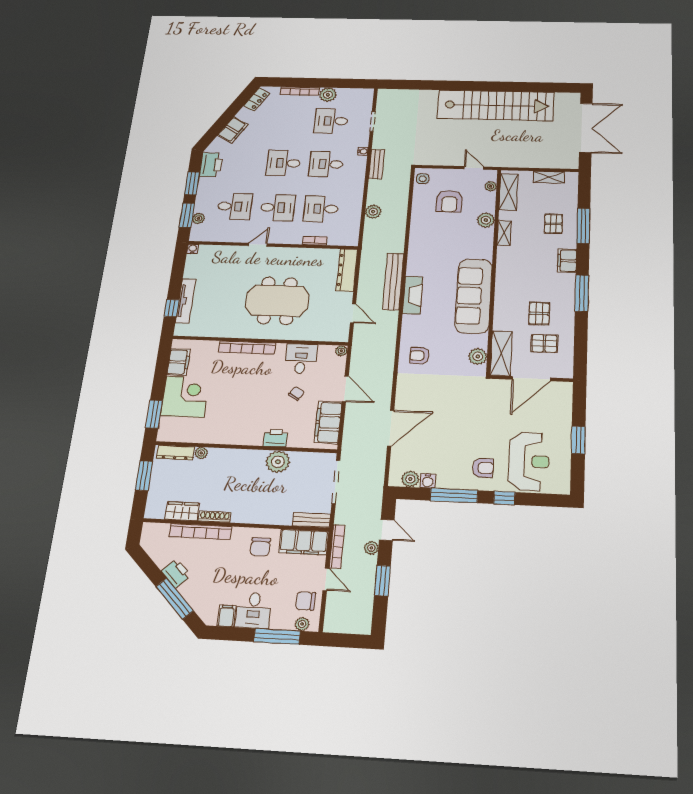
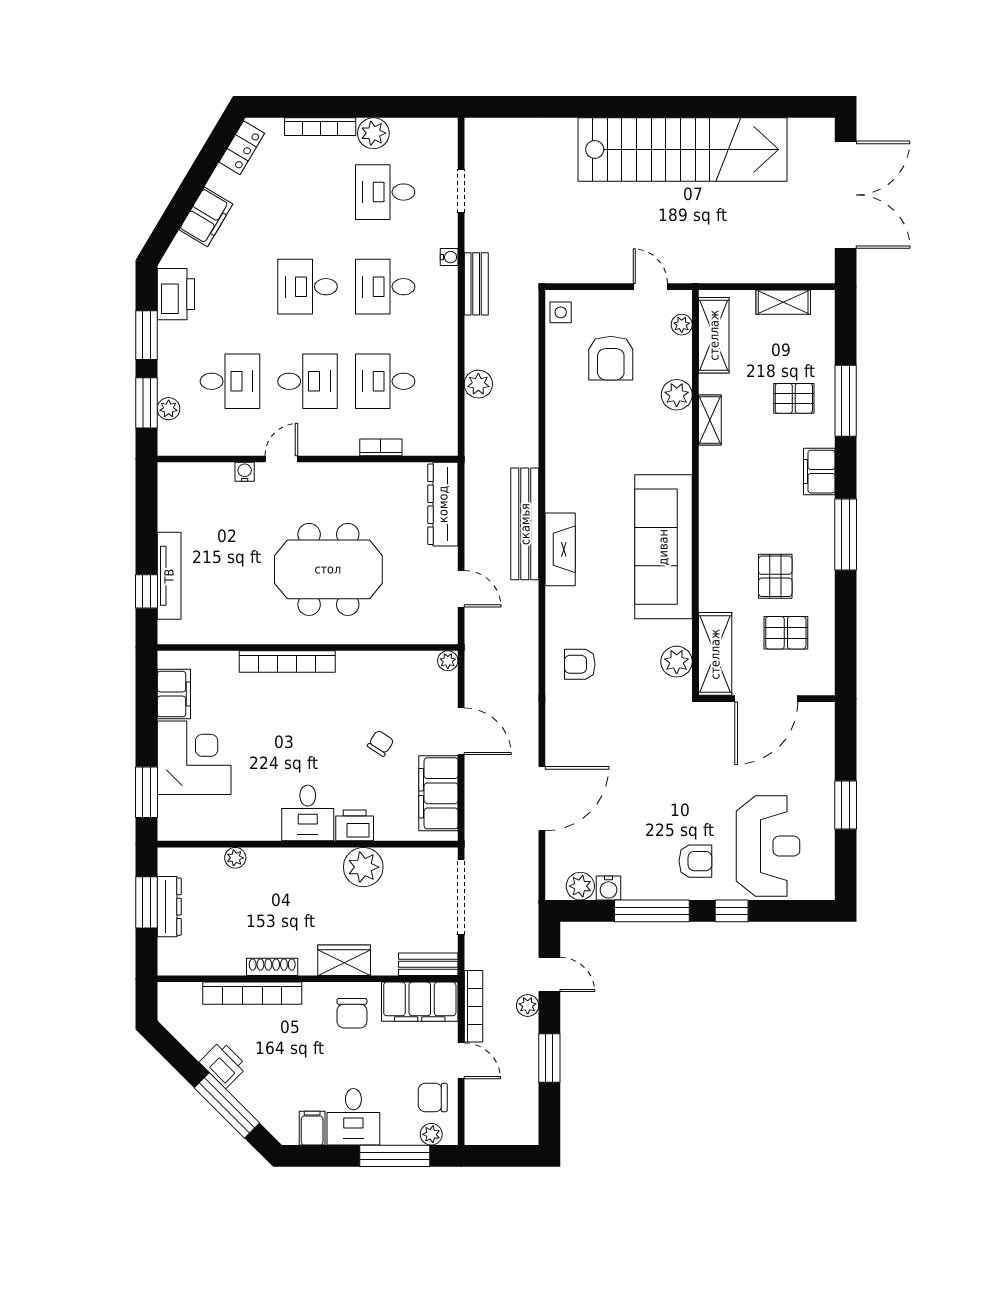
pallet: (553, 224) -> (794, 398), turned 90
water cooler: (193, 249) -> (245, 472), moved
desk: (301, 359) -> (308, 813), moved, turned 180
dresser: (175, 453) -> (169, 907), moved, turned -90
wardrobe: (182, 511) -> (344, 960), moved

